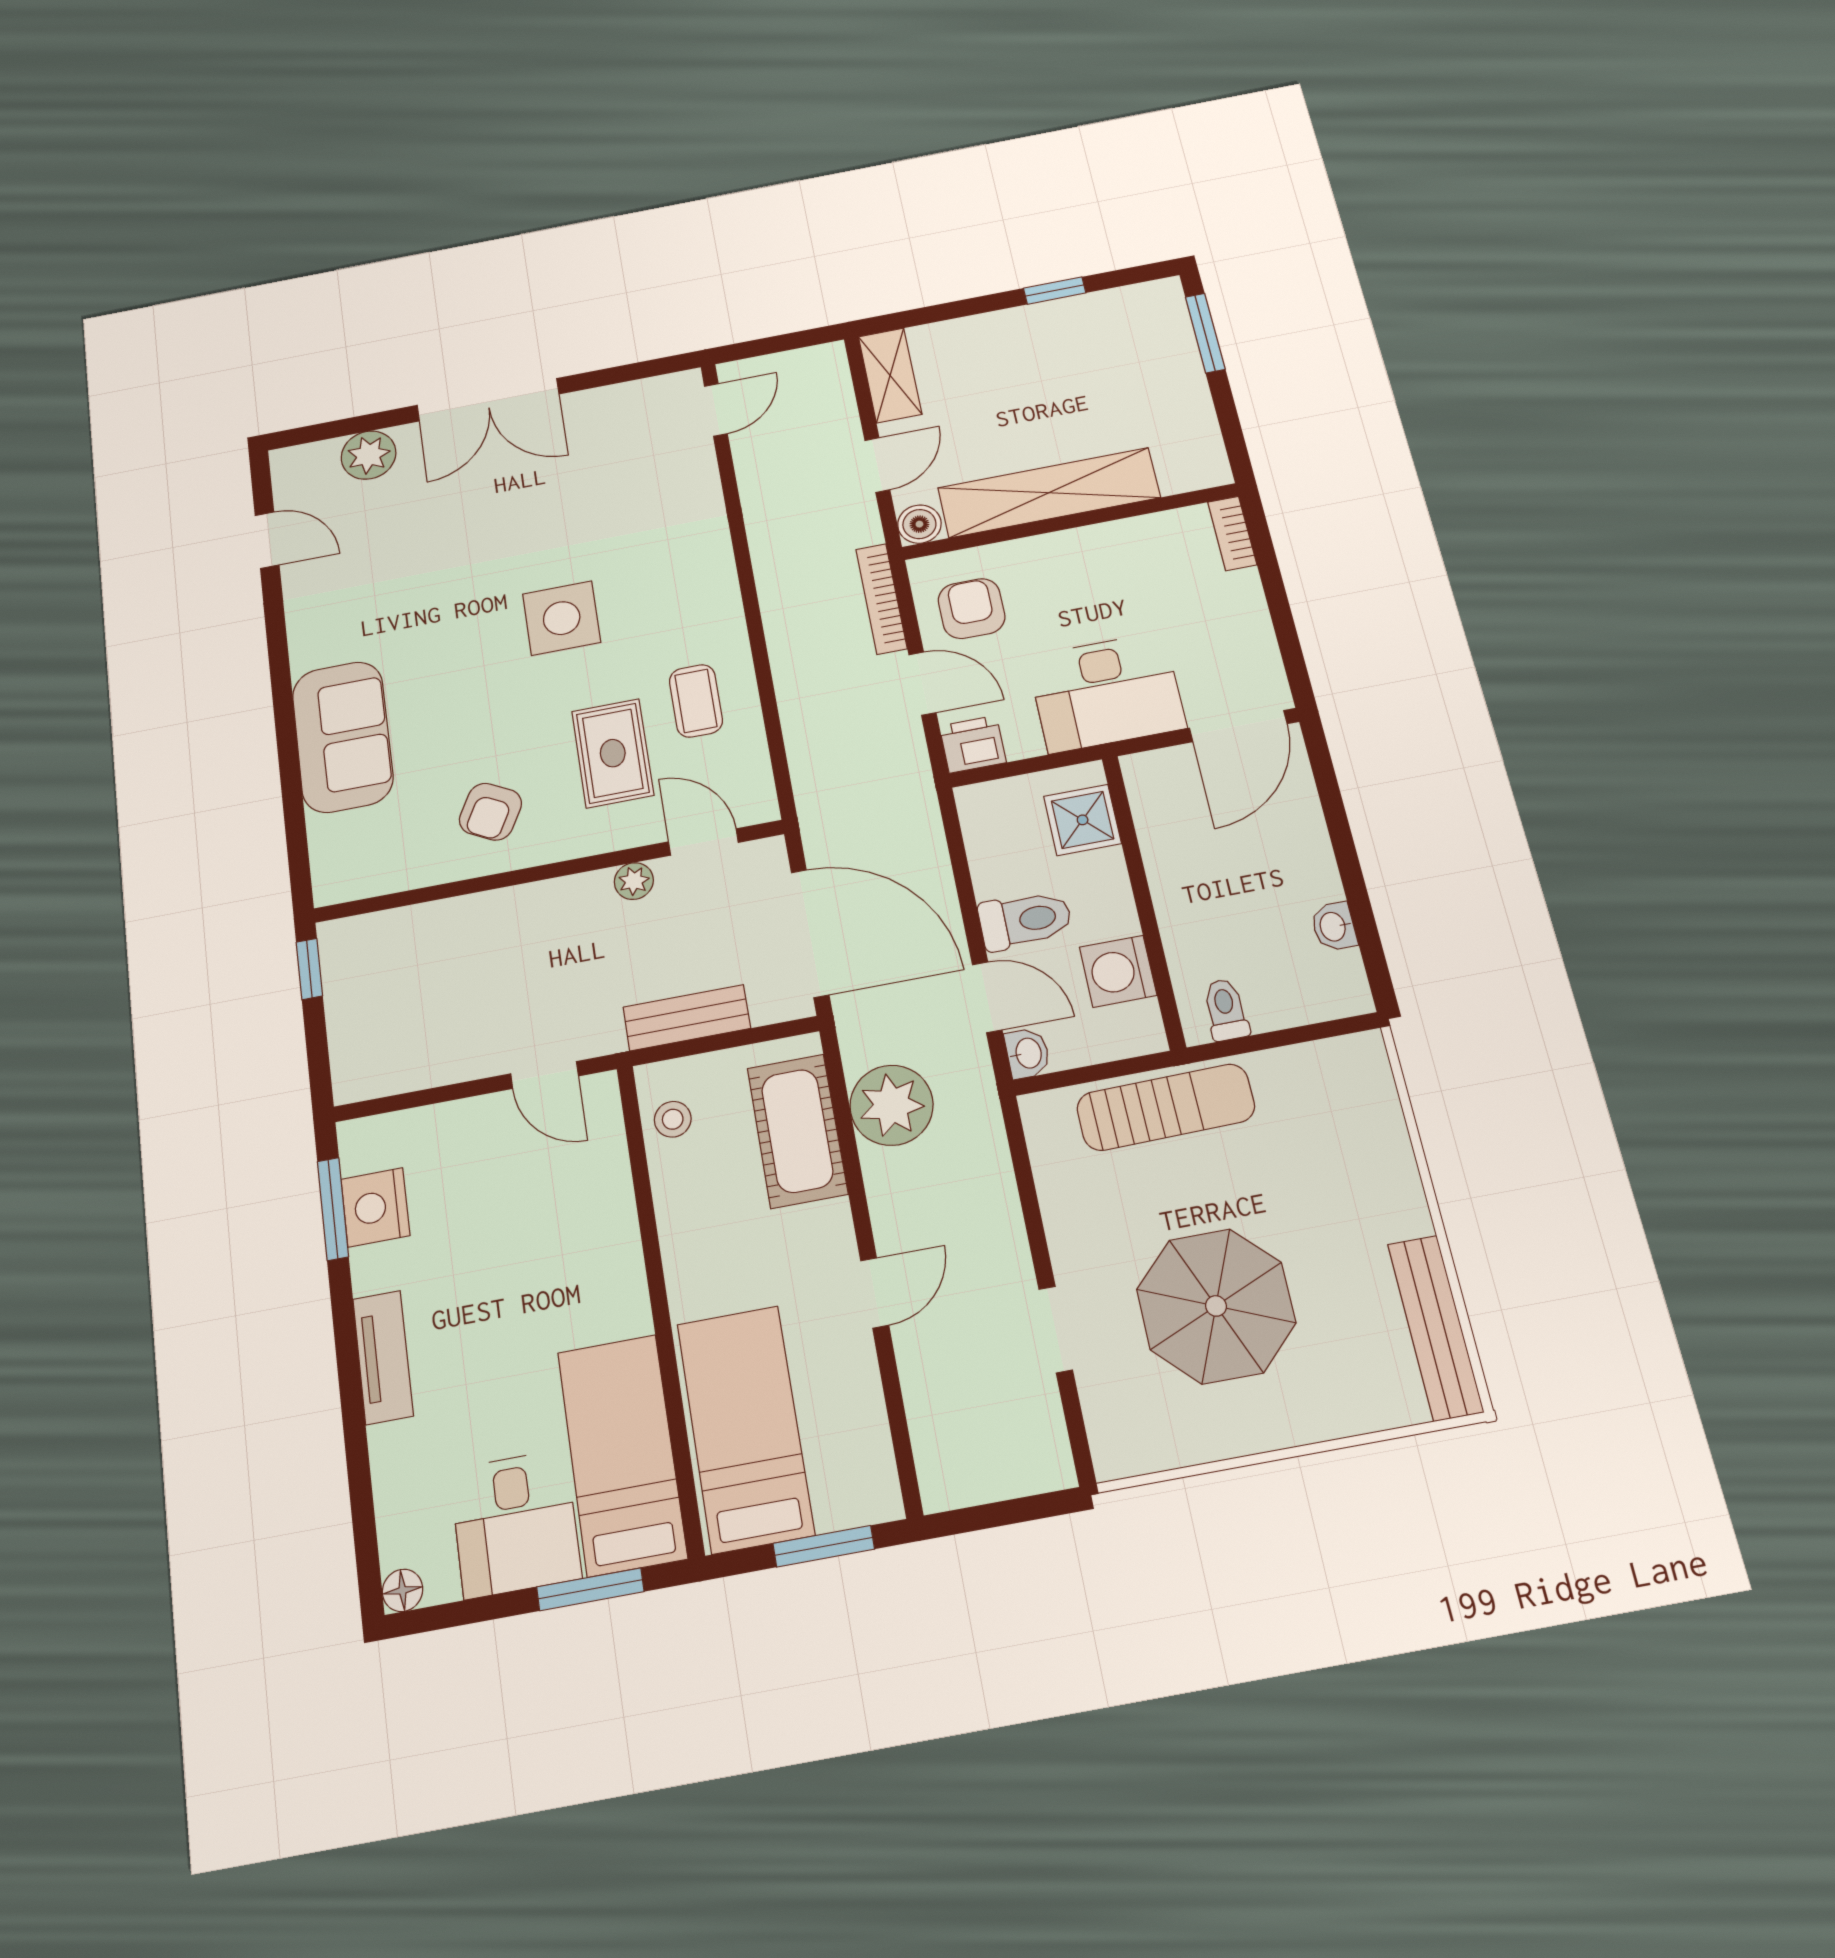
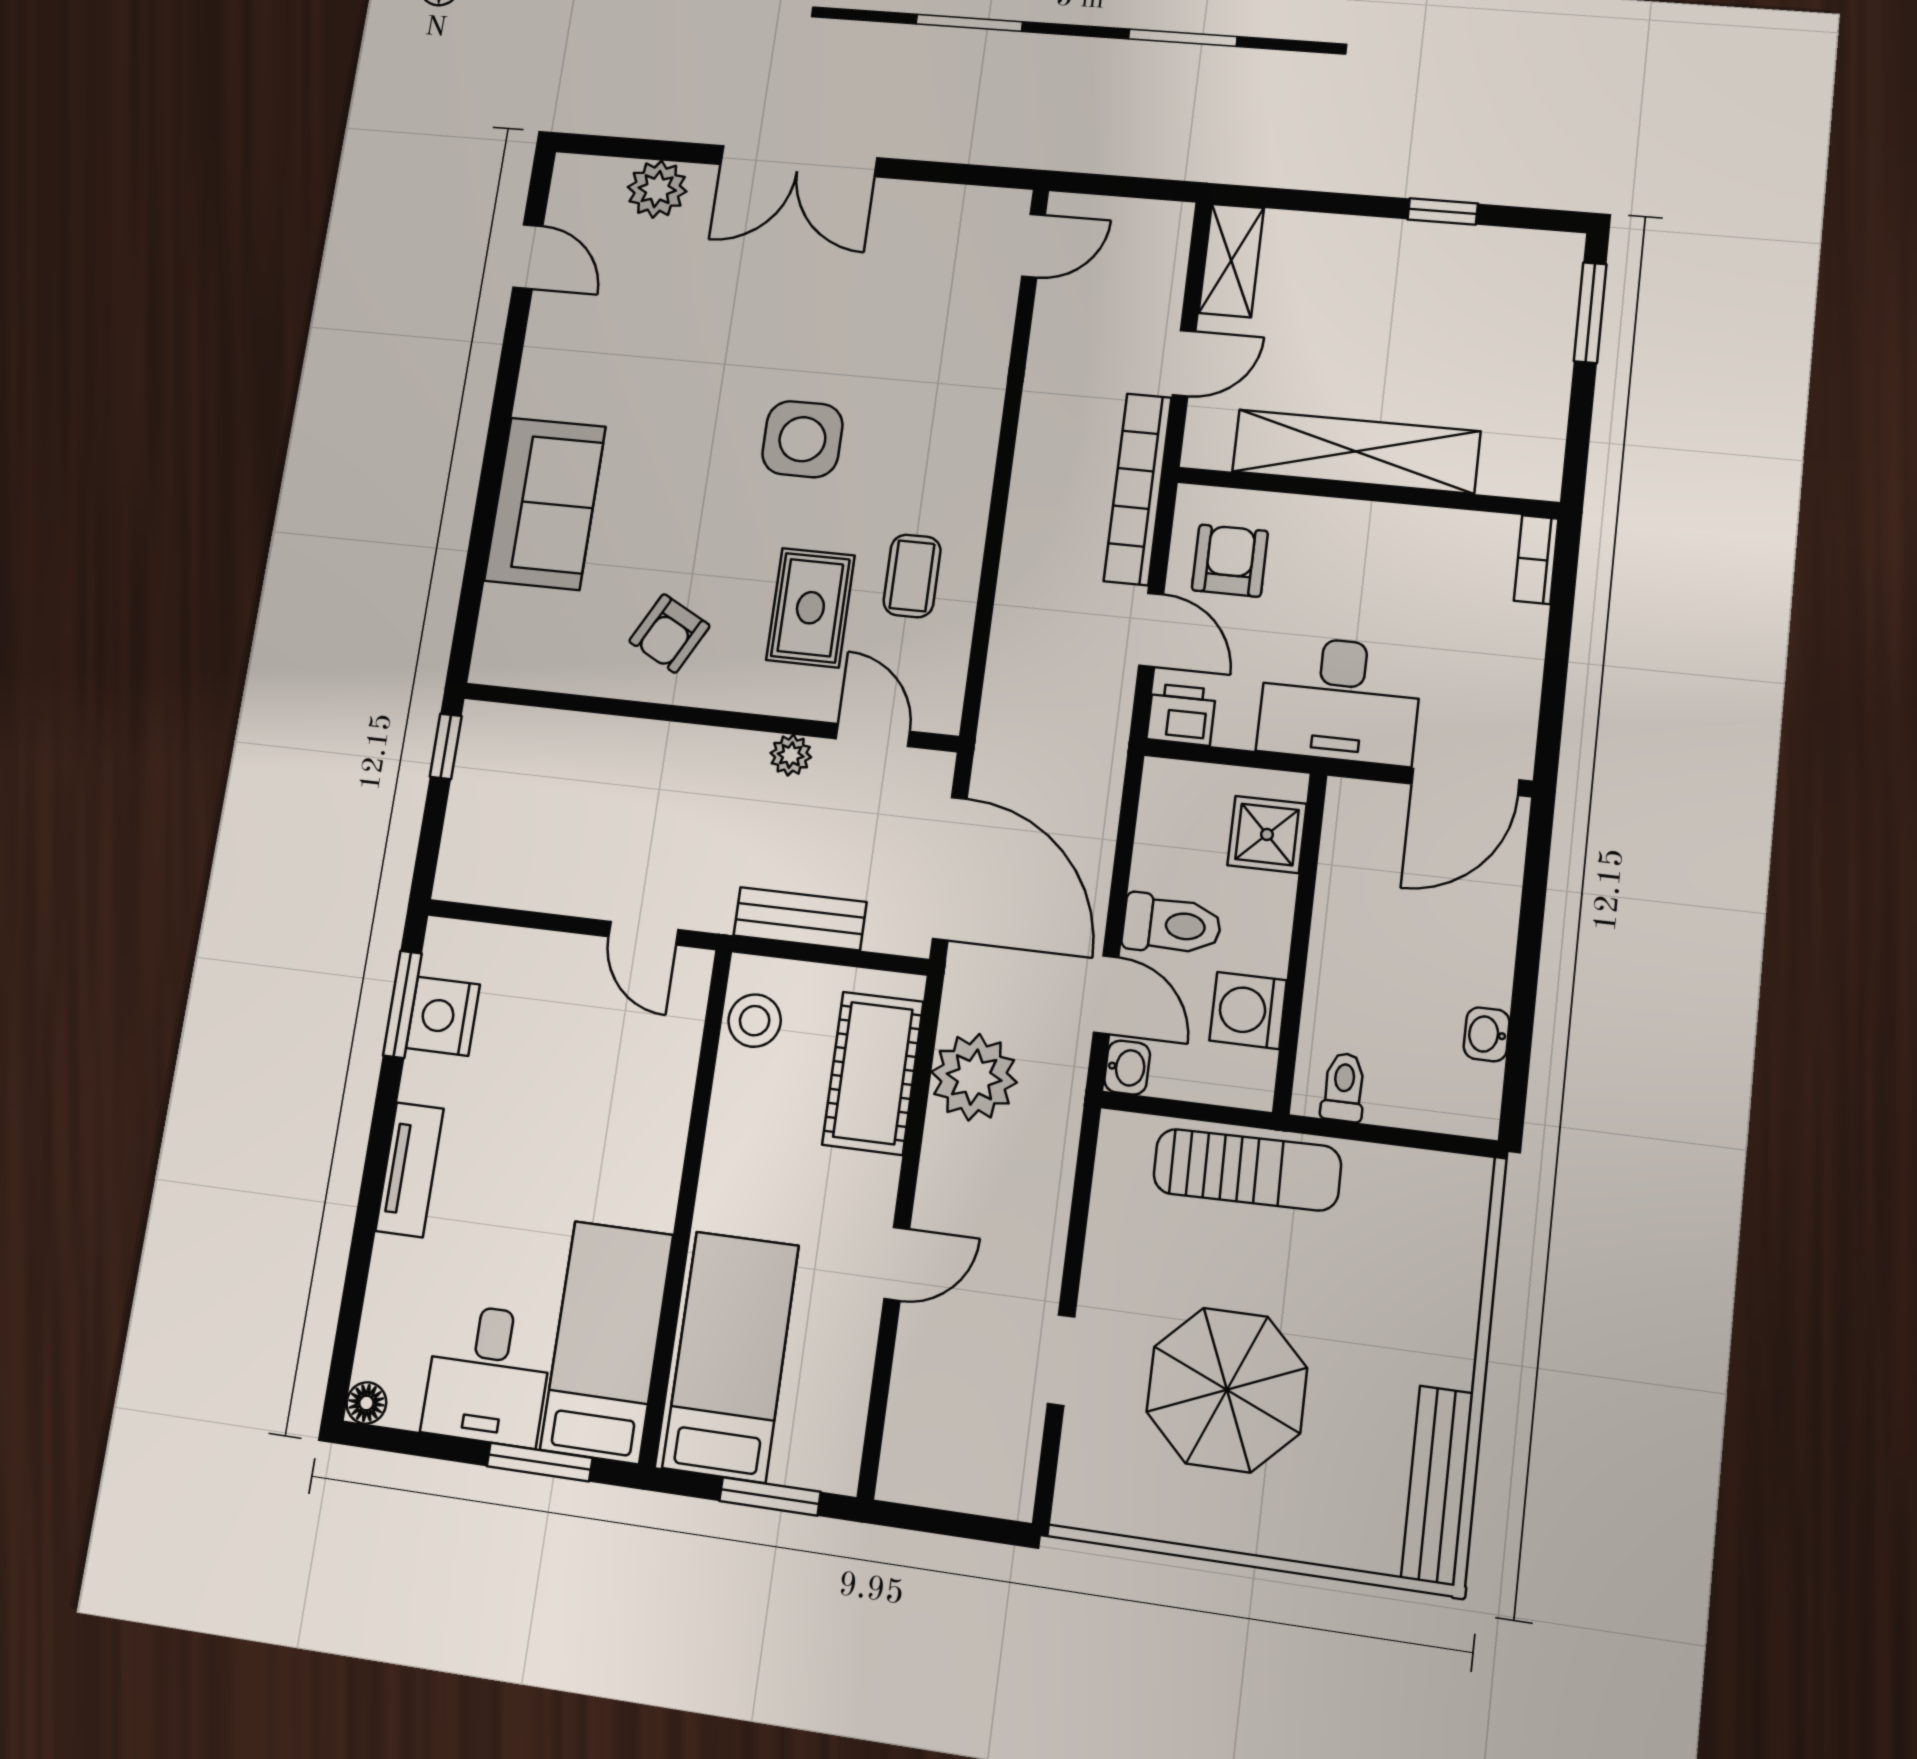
boiler: (919, 524) -> (1207, 446), removed
bookcase: (881, 599) -> (1138, 489), width x1.48, depth x1.31
stool: (673, 1119) -> (755, 1021), width x1.37, depth x1.37

